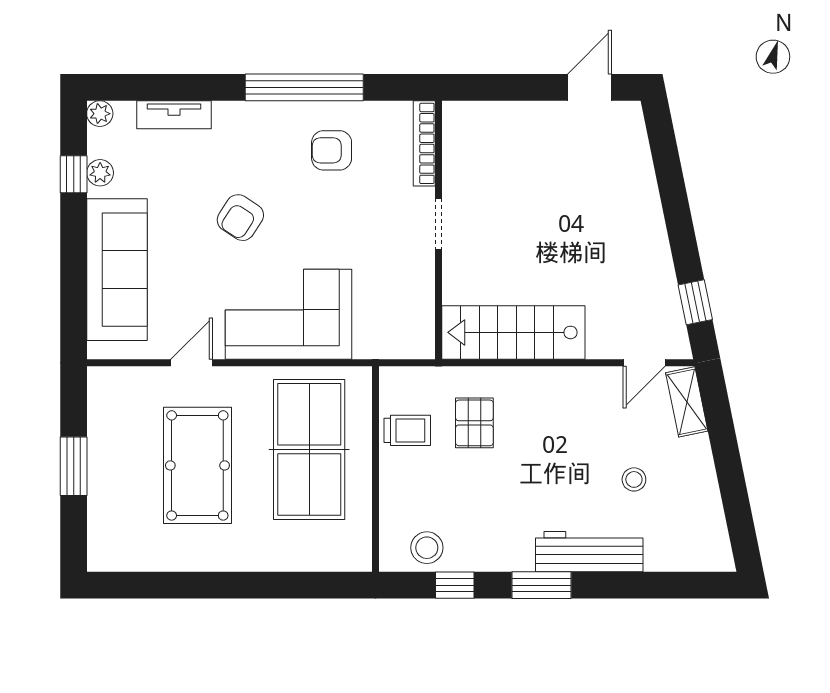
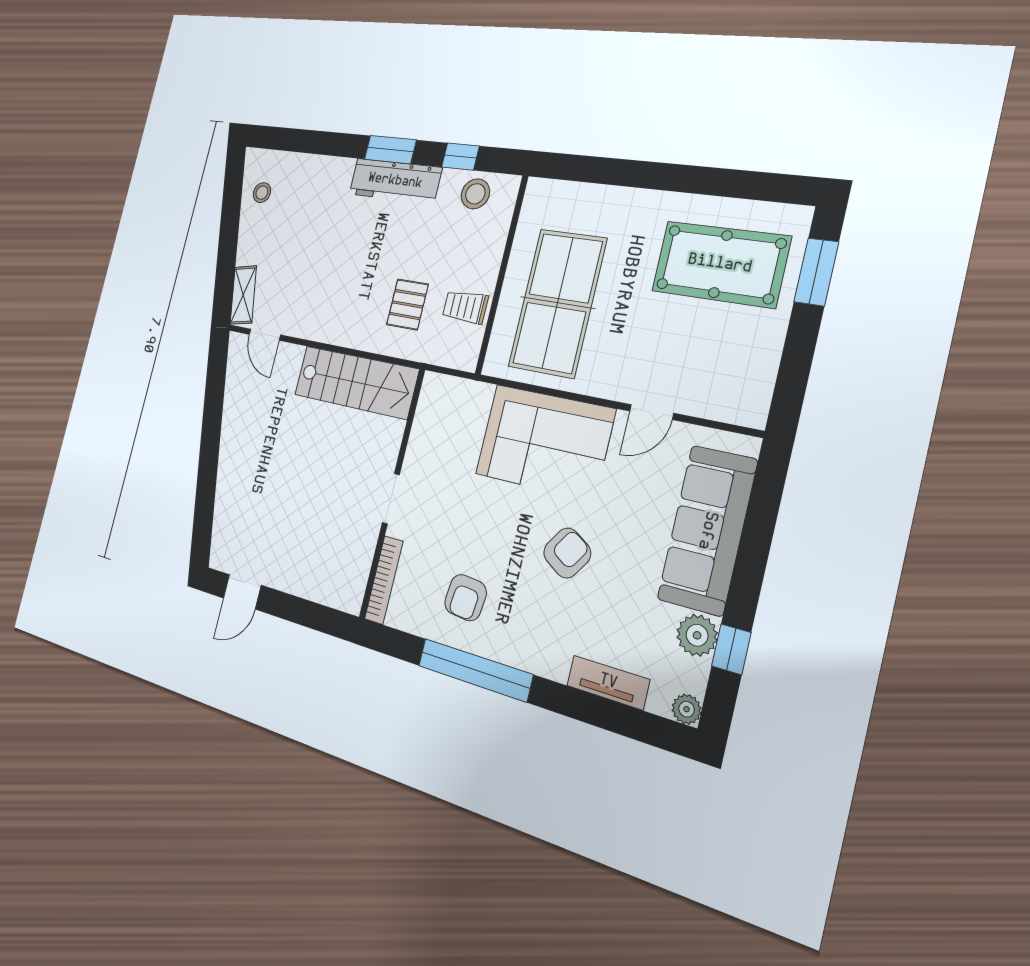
armchair: (332, 150) -> (466, 598), turned 96
plant: (100, 173) -> (697, 635), width x1.38, depth x1.38
window: (695, 302) -> (216, 380), removed
door: (644, 363) -> (265, 335), swing flipped
pool table: (197, 465) -> (720, 264), moved, turned 90
window: (74, 466) -> (816, 272), moved
stool: (634, 479) -> (262, 193), moved
workbench: (589, 552) -> (395, 181), moved

